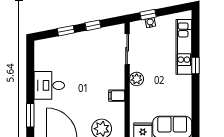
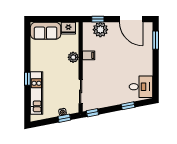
window: (93, 25) -> (92, 113), moved
plant: (137, 79) -> (73, 57), moved
desk: (49, 85) -> (141, 87), moved

